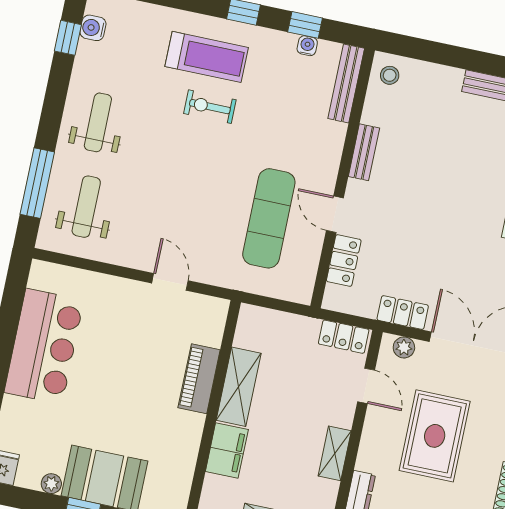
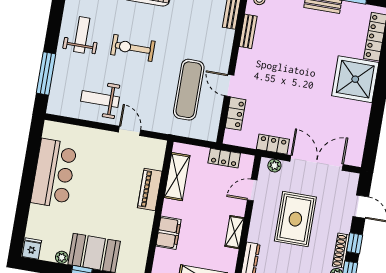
exercise bike: (210, 107) -> (133, 48), moved, width x1.38, depth x1.39
bench: (364, 152) -> (248, 31), moved
weight bench: (86, 207) -> (100, 99), moved, turned -90
locker: (344, 337) -> (224, 158), moved
door: (366, 386) -> (252, 190), swing flipped
shelving: (239, 387) -> (177, 177), moved

